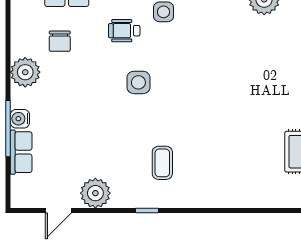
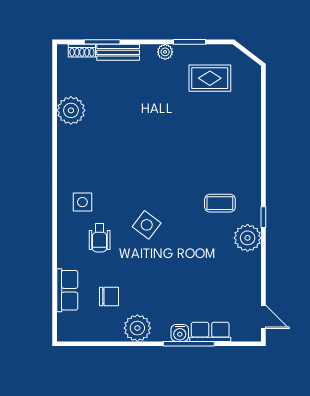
side table: (138, 82) -> (147, 225), turned 37
plant: (95, 193) -> (248, 238), moved
door: (58, 210) -> (263, 317), moved

